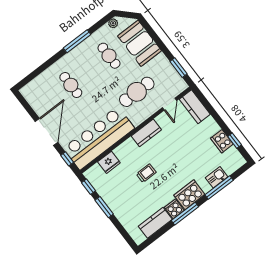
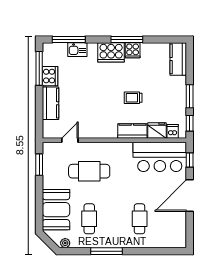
kitchen counter: (195, 107) -> (51, 103), moved
kitchen counter: (146, 133) -> (132, 131), moved
bar counter: (99, 138) -> (160, 157), width x0.73
window: (235, 141) -> (39, 68), width x2.17
dishwasher: (97, 171) -> (173, 131), added
window: (219, 187) -> (69, 40), moved
kitchen counter: (155, 223) -> (178, 59), moved, turned 90

